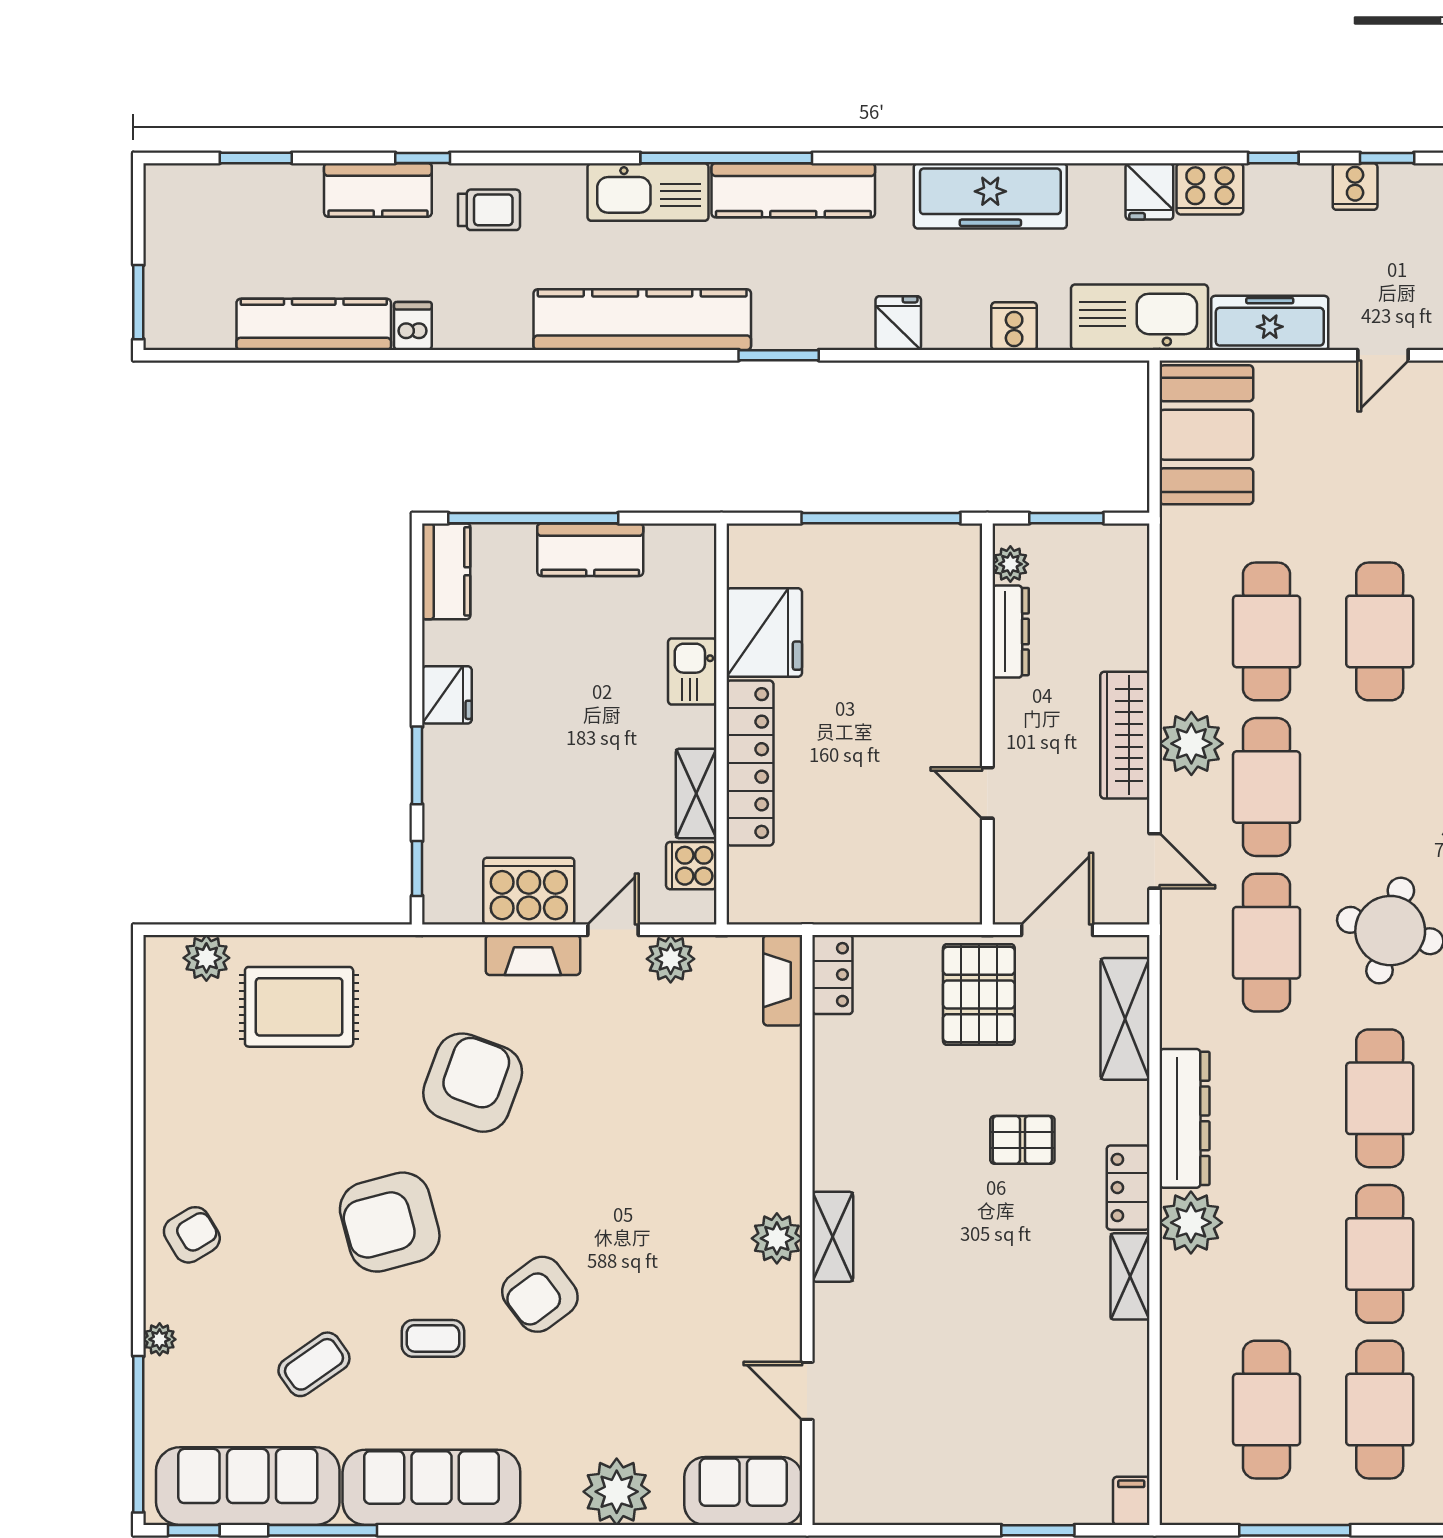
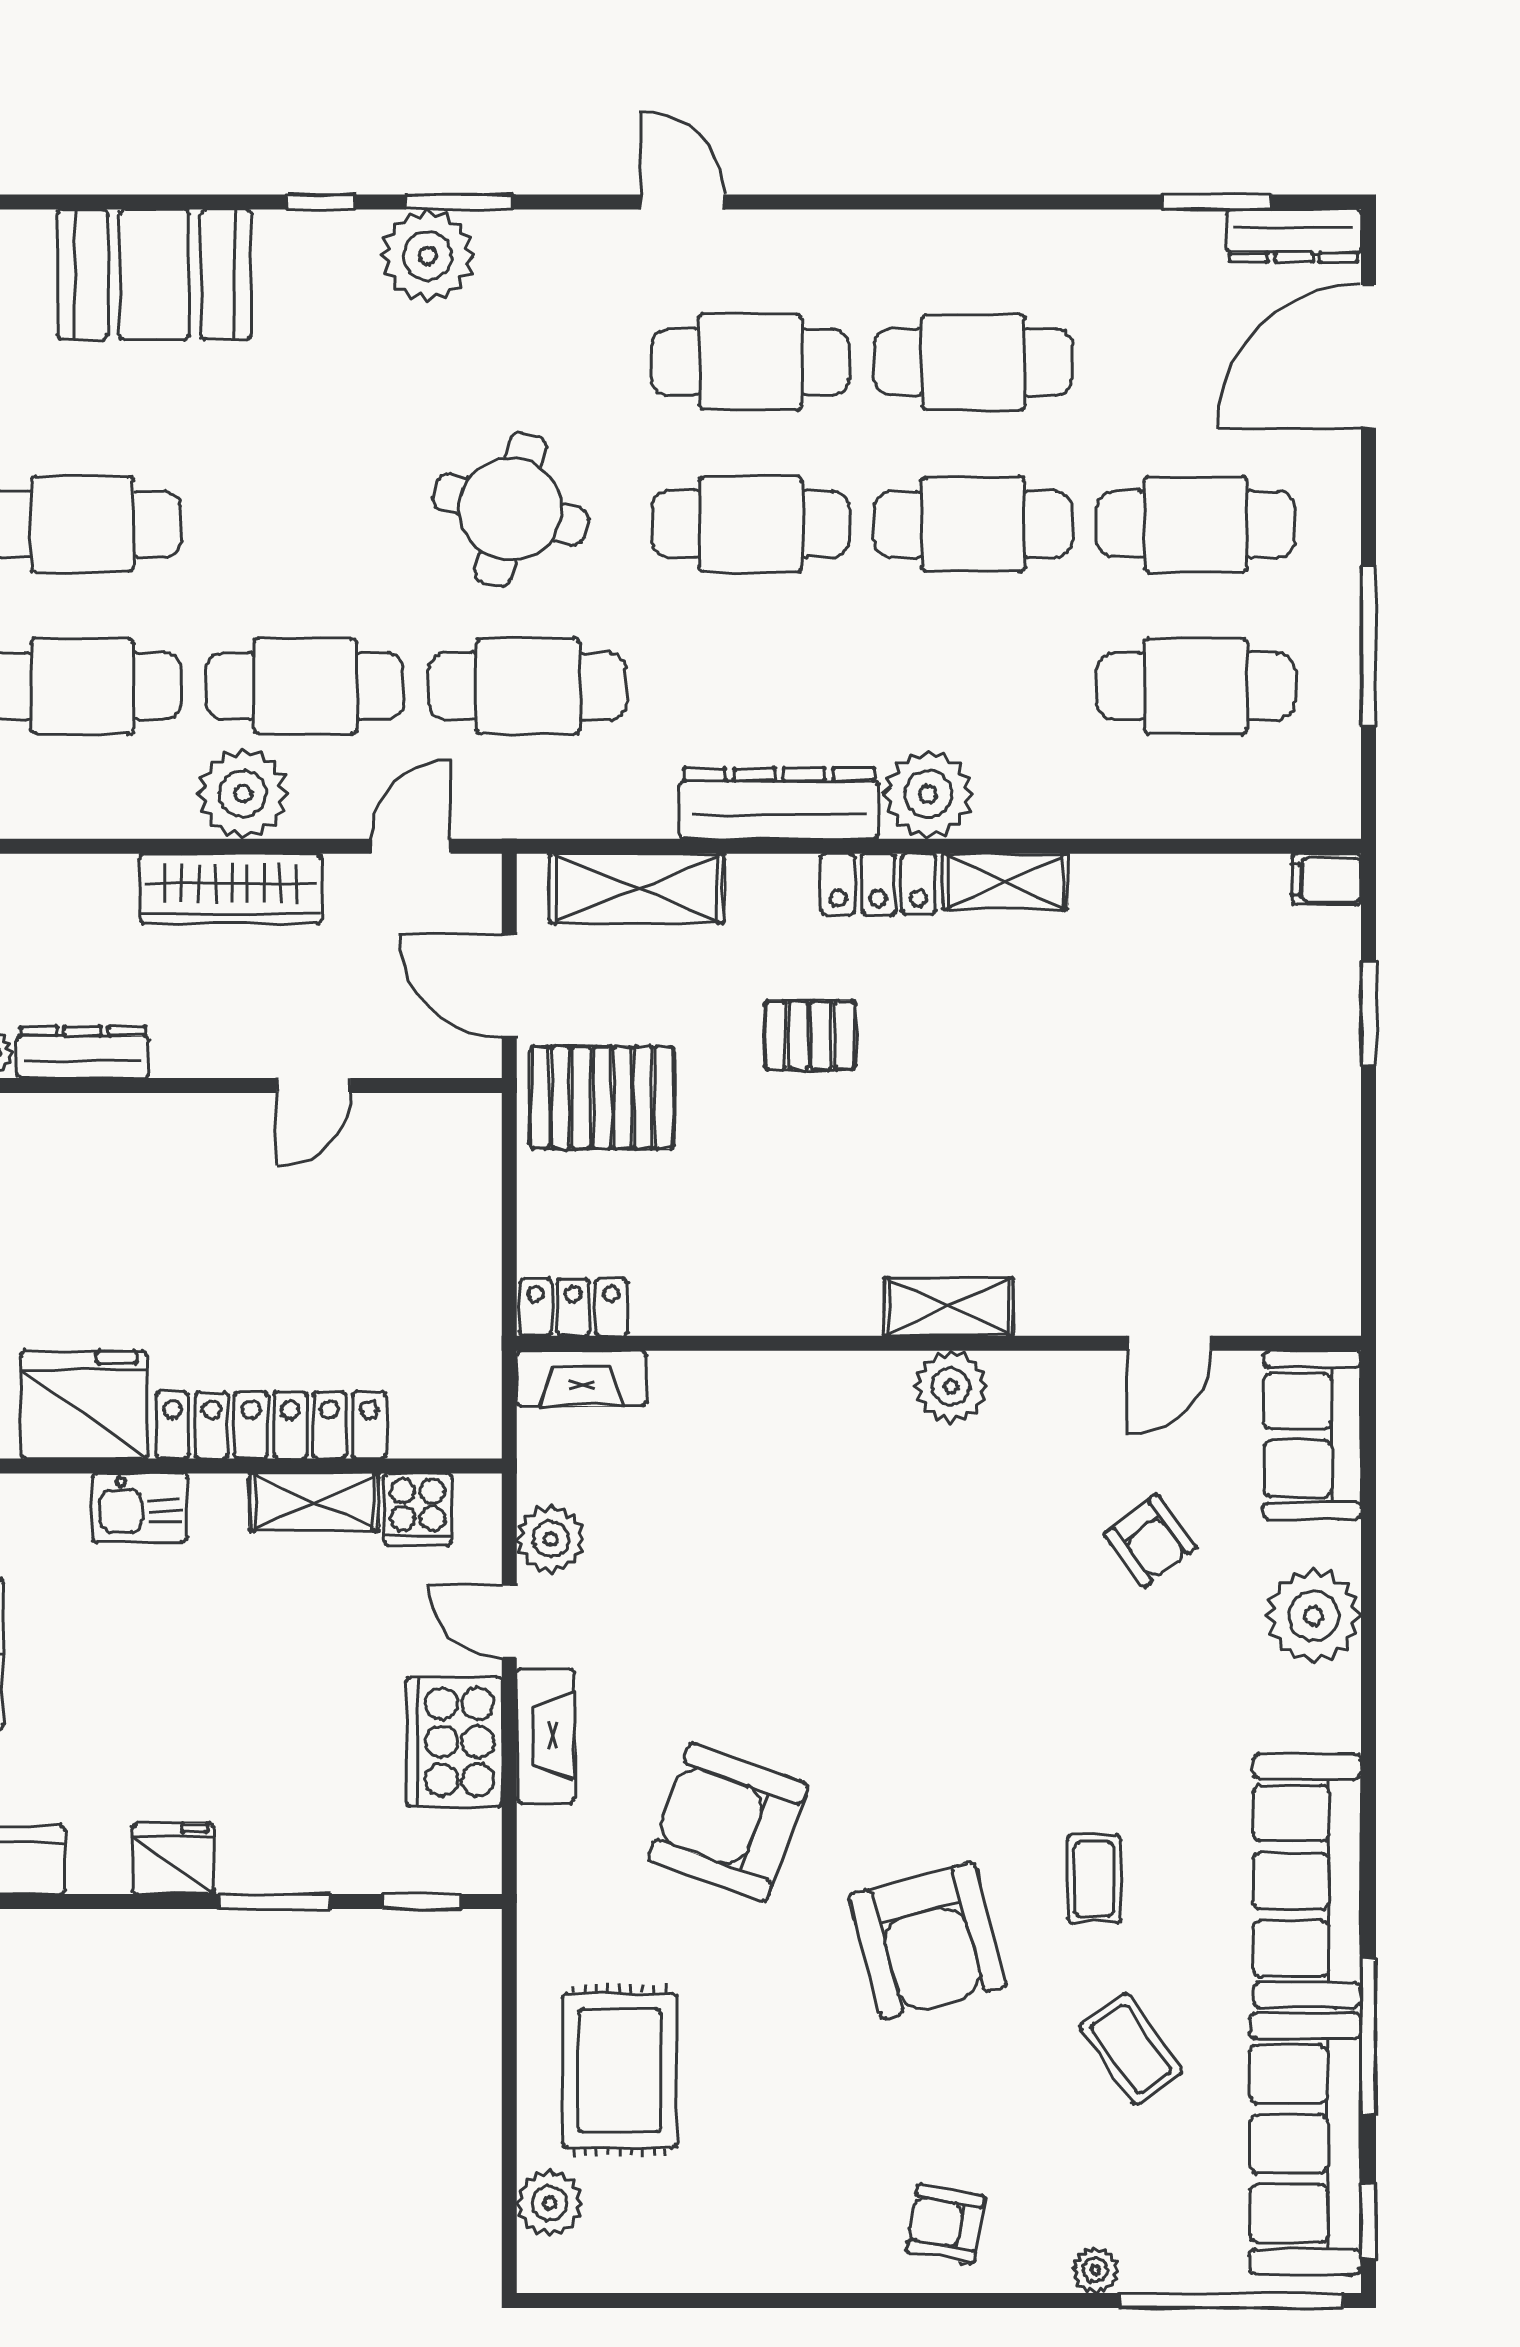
pallet: (1022, 1140) -> (810, 1035), turned 90
armchair: (192, 1235) -> (946, 2224), turned -49
armchair: (540, 1294) -> (1150, 1541), moved, width x0.72, depth x0.72

